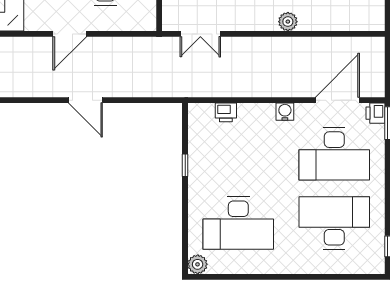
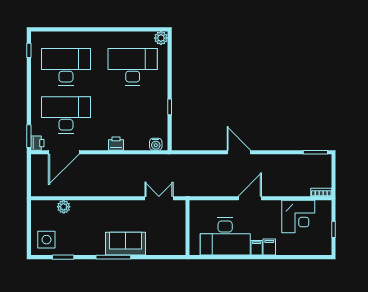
plant: (288, 22) -> (64, 207), moved
printer: (226, 112) -> (116, 144), moved
water cooler: (285, 112) -> (156, 144), moved
desk: (334, 223) -> (66, 67), turned 180

